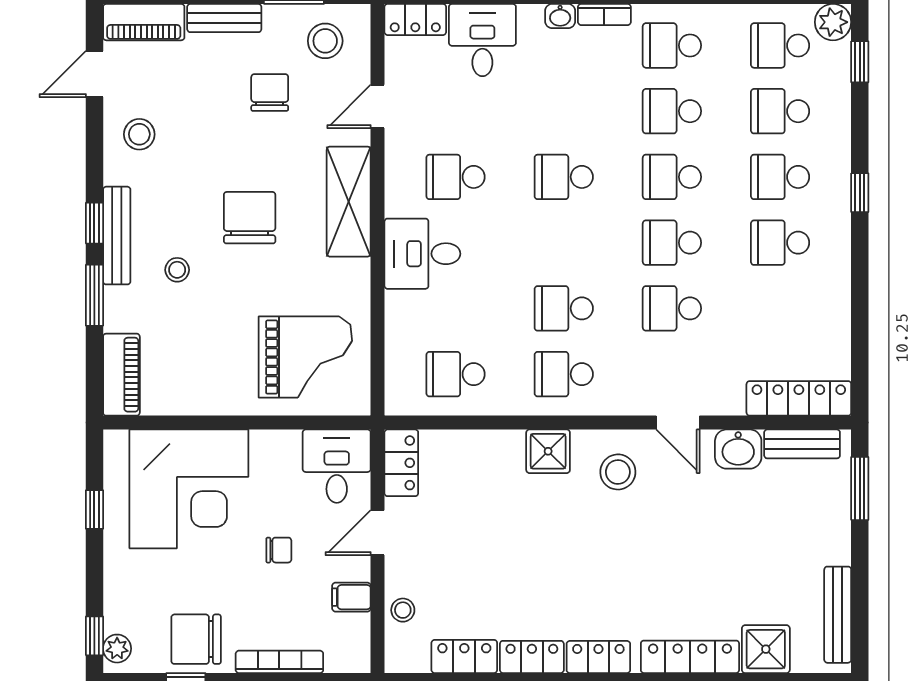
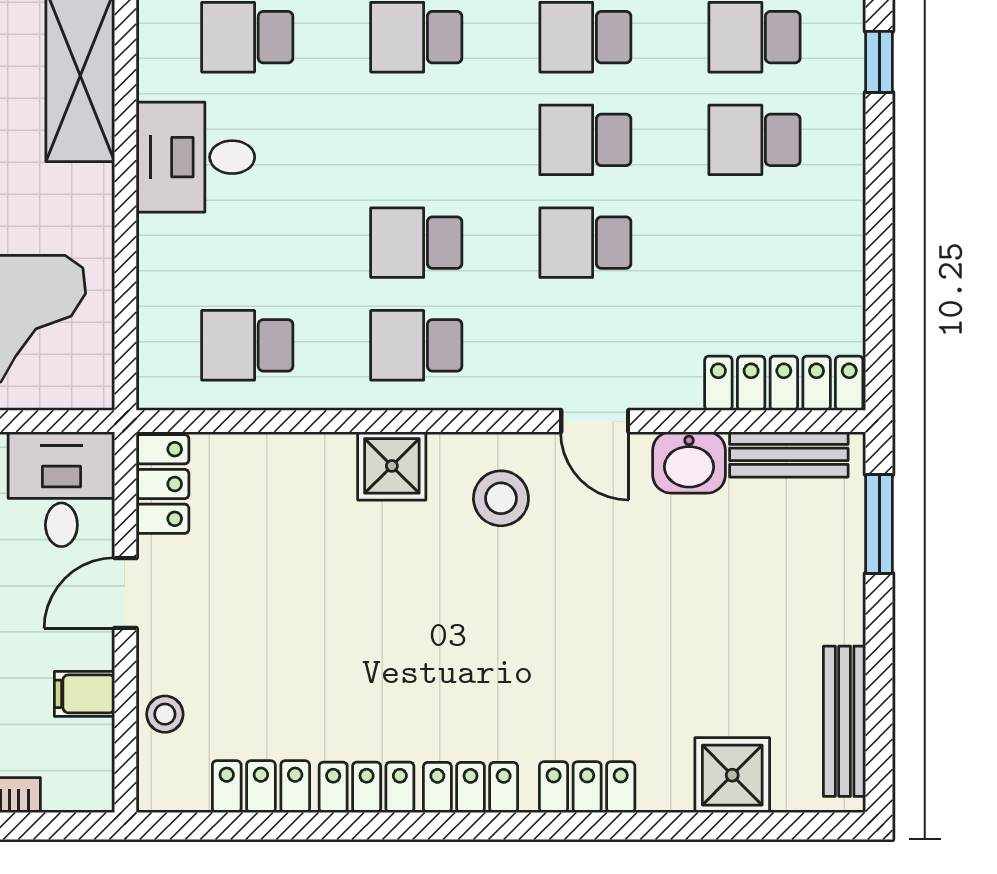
locker: (690, 657) -> (587, 787), width x0.66

